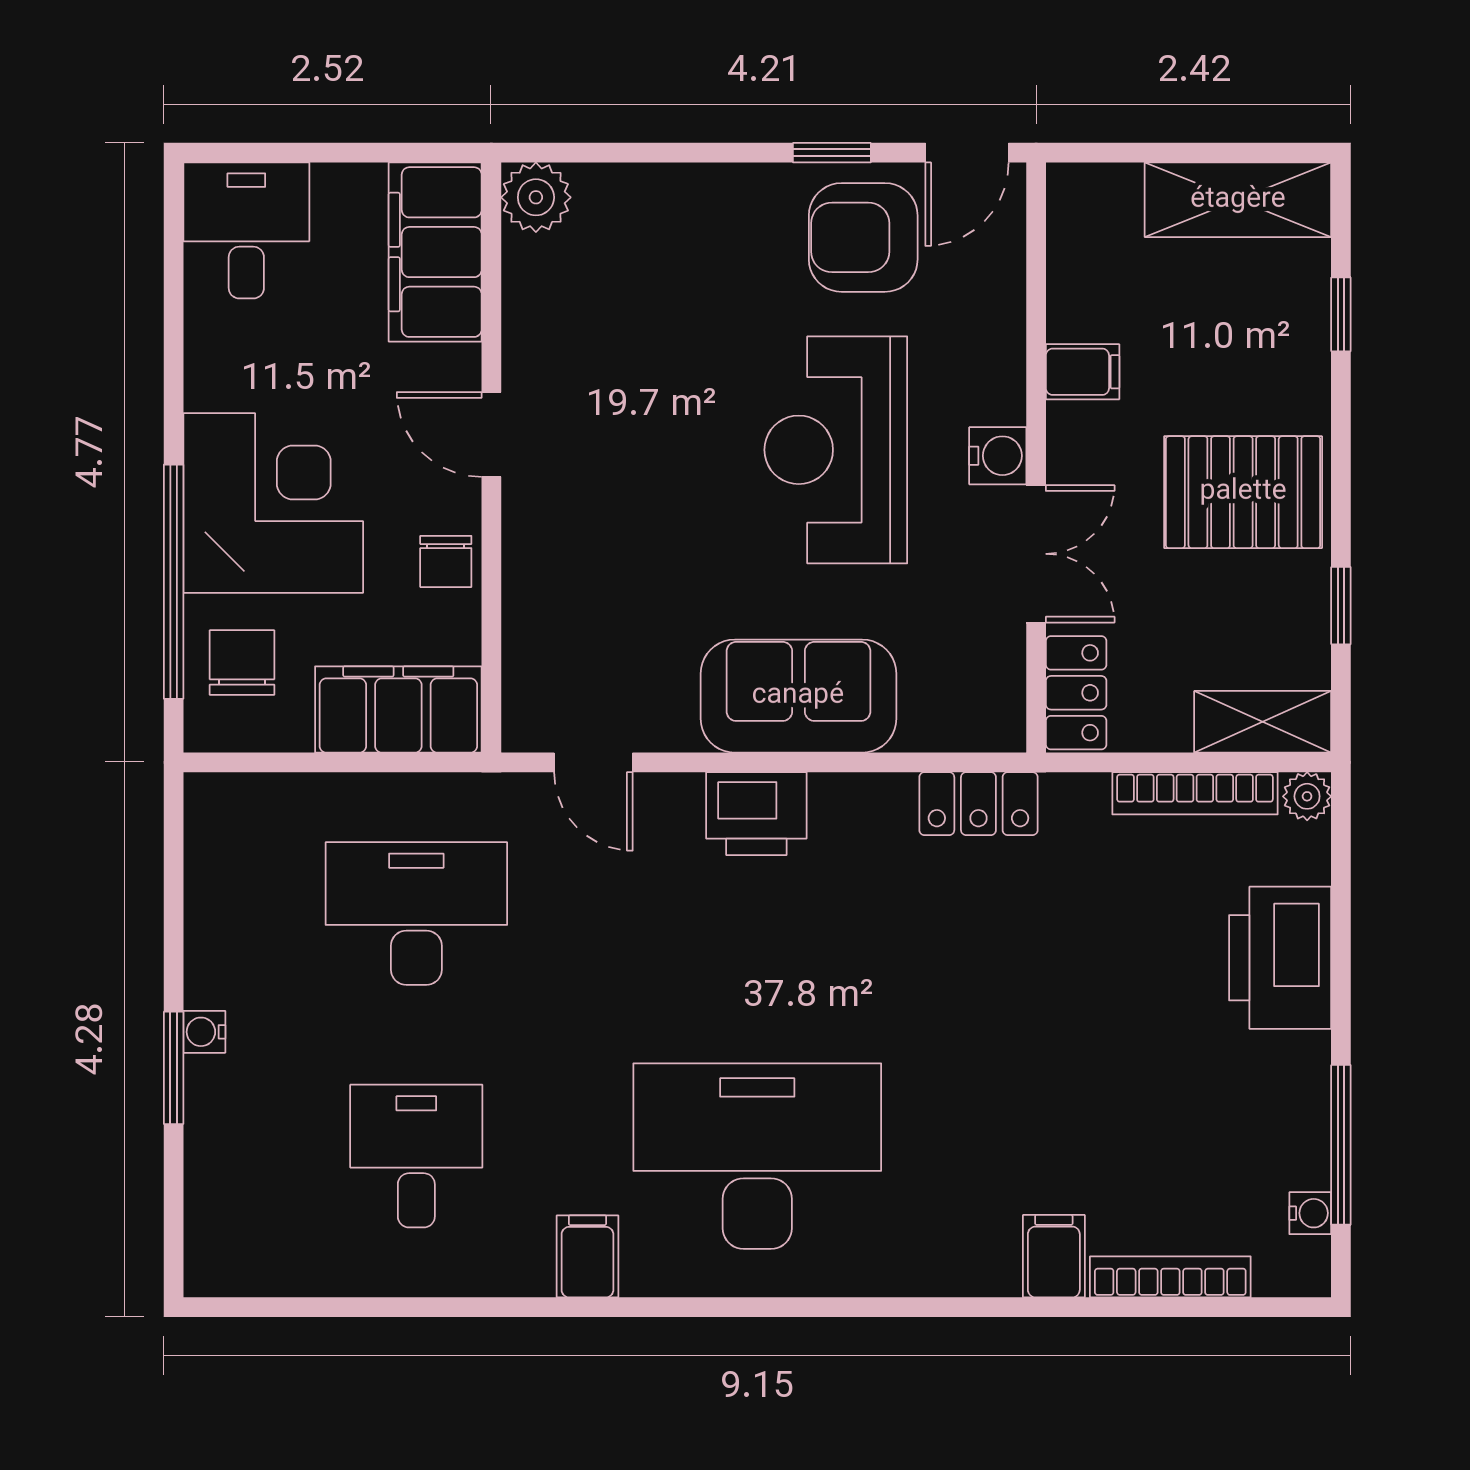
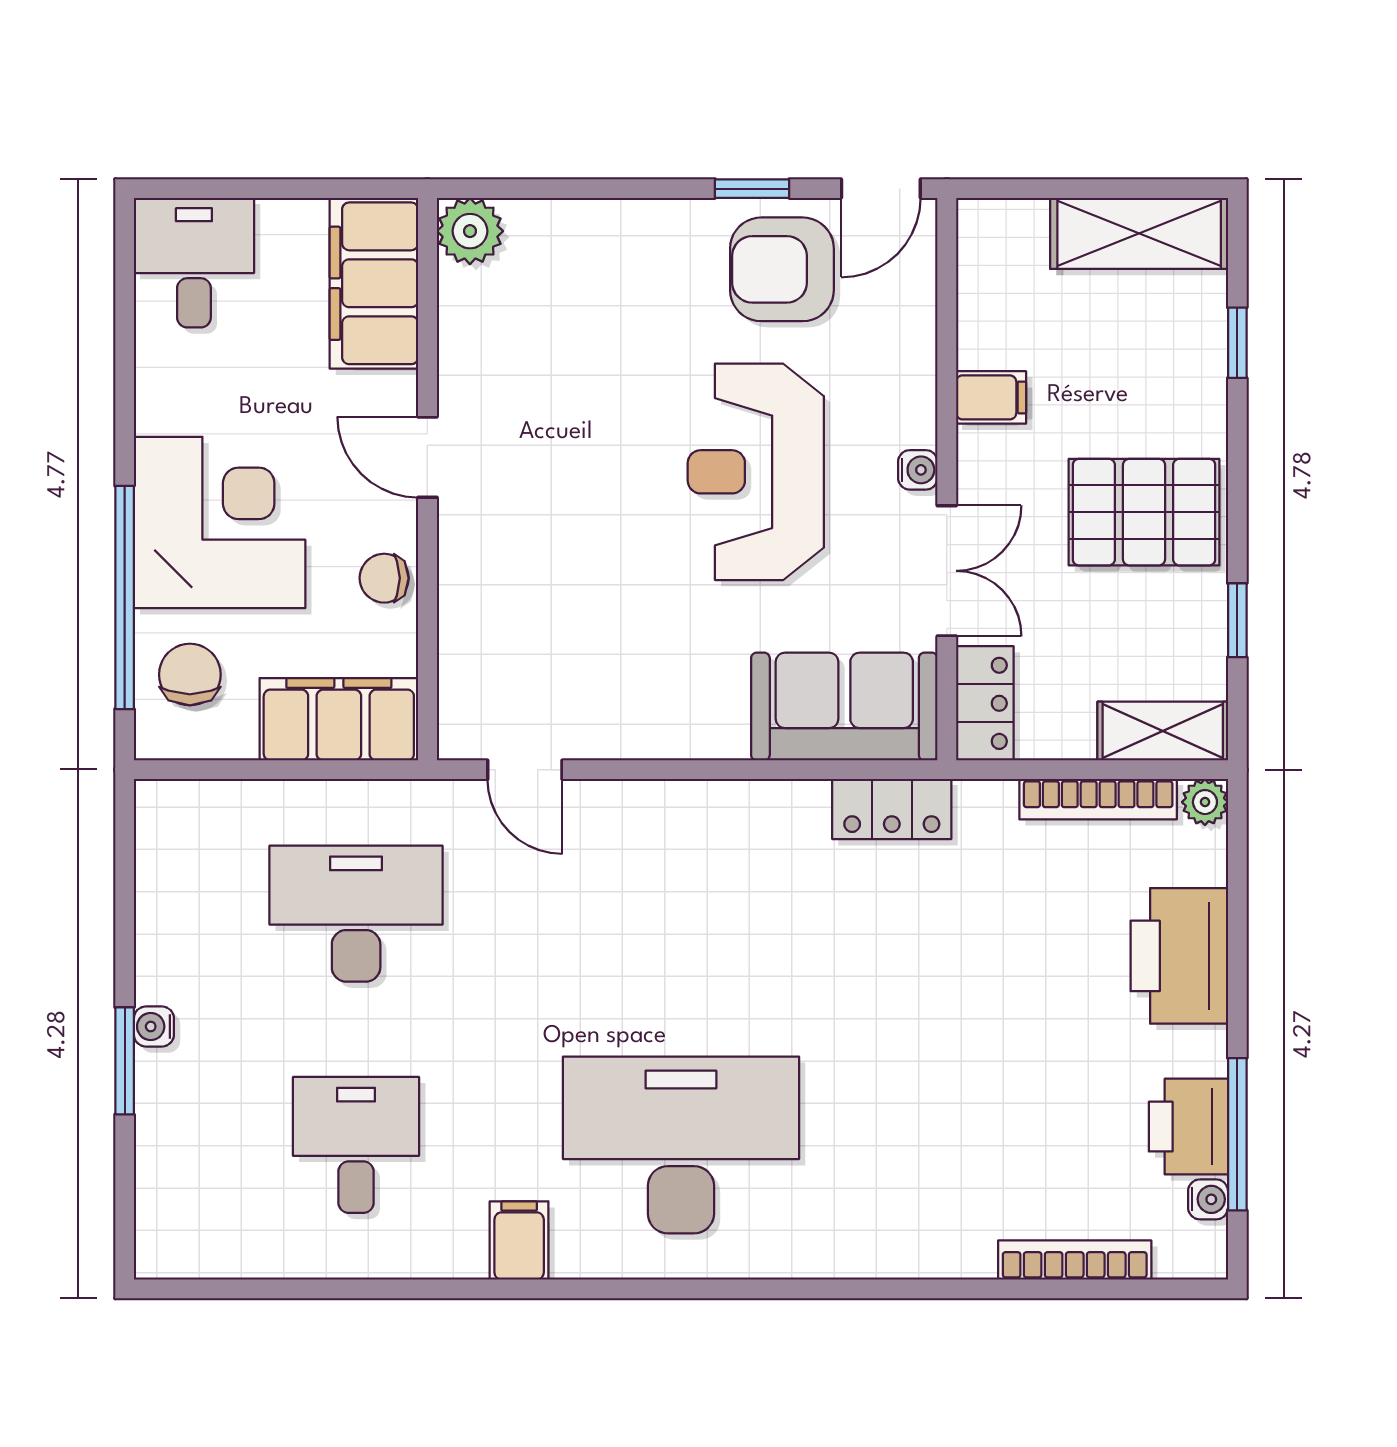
water cooler: (998, 456) -> (918, 470), width x0.72, depth x0.72
chair: (446, 561) -> (384, 578), turned 90
sofa: (798, 696) -> (844, 707), moved
printer: (756, 814) -> (1188, 1127), moved, turned 90
filing cabinet: (1054, 1256) -> (964, 1240), removed

